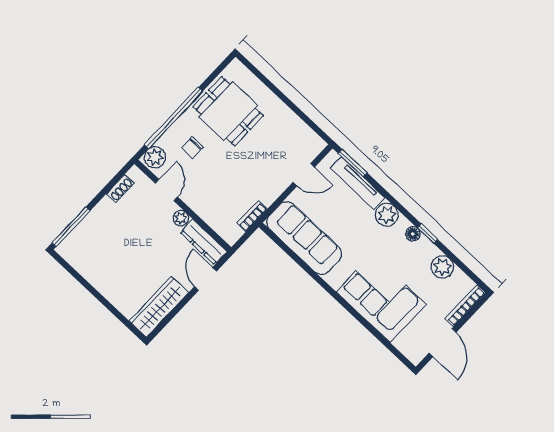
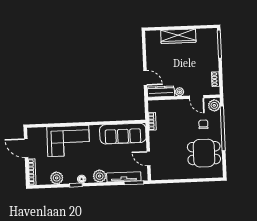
door: (304, 175) -> (149, 158), hinge flipped
wardrobe: (159, 307) -> (178, 36), moved, turned 90

